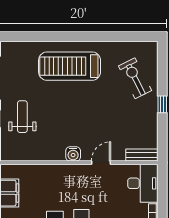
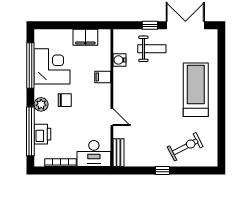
water cooler: (73, 154) -> (119, 60), moved
filing cabinet: (55, 173) -> (103, 77), added

